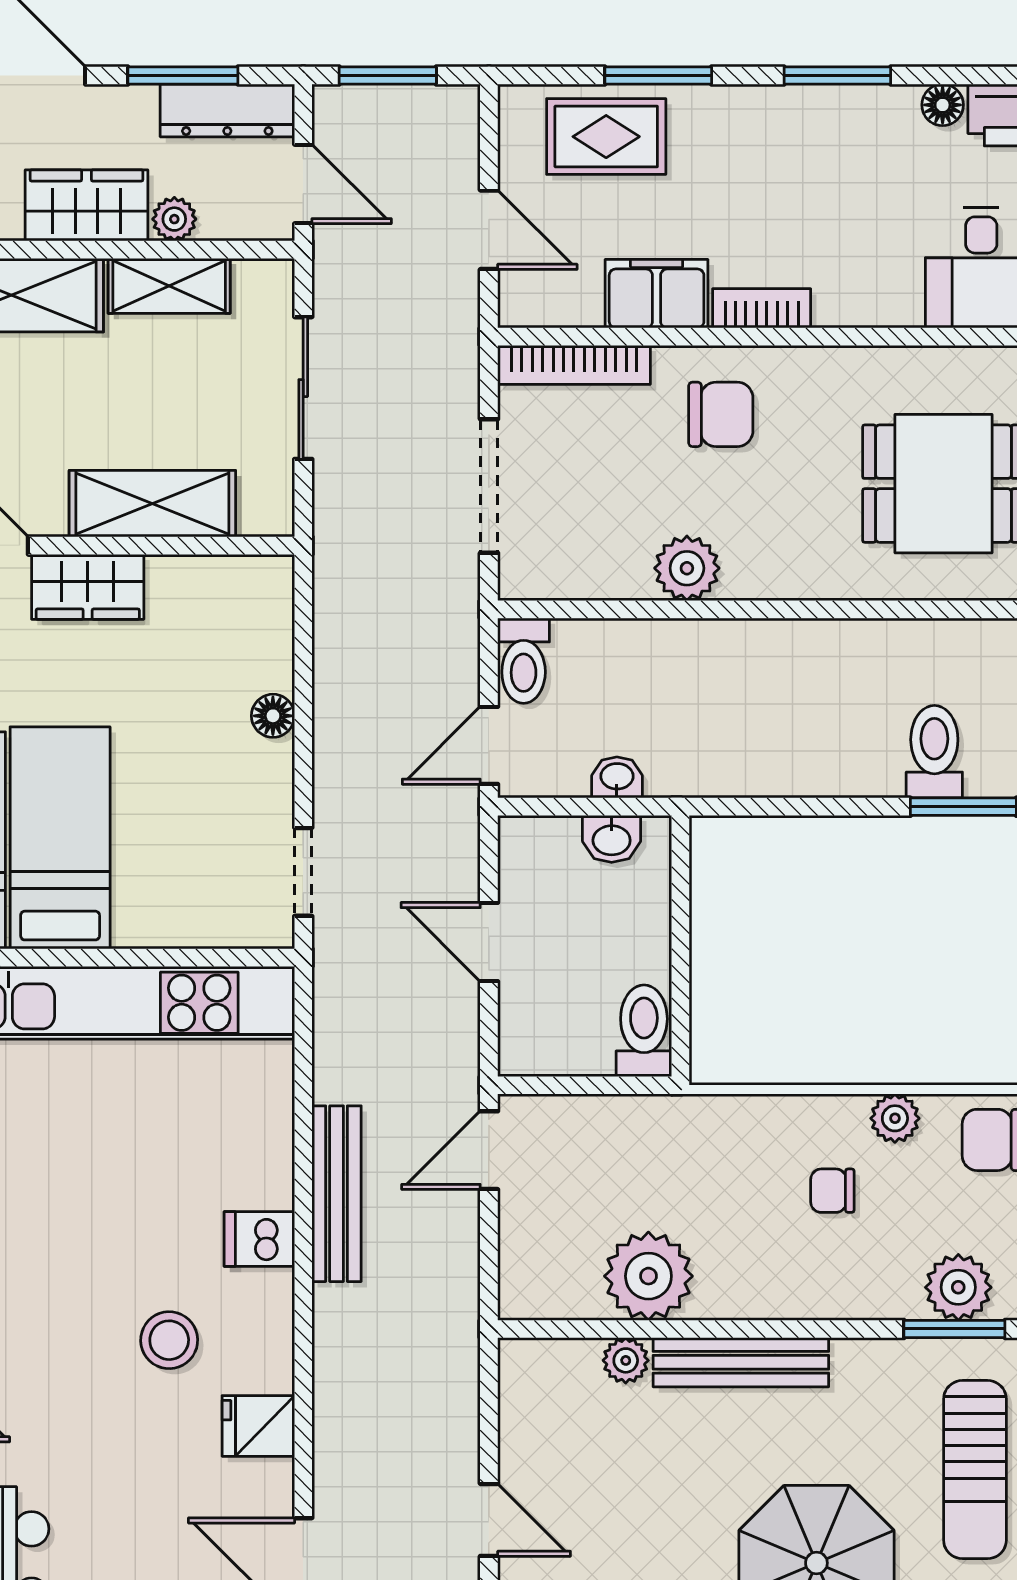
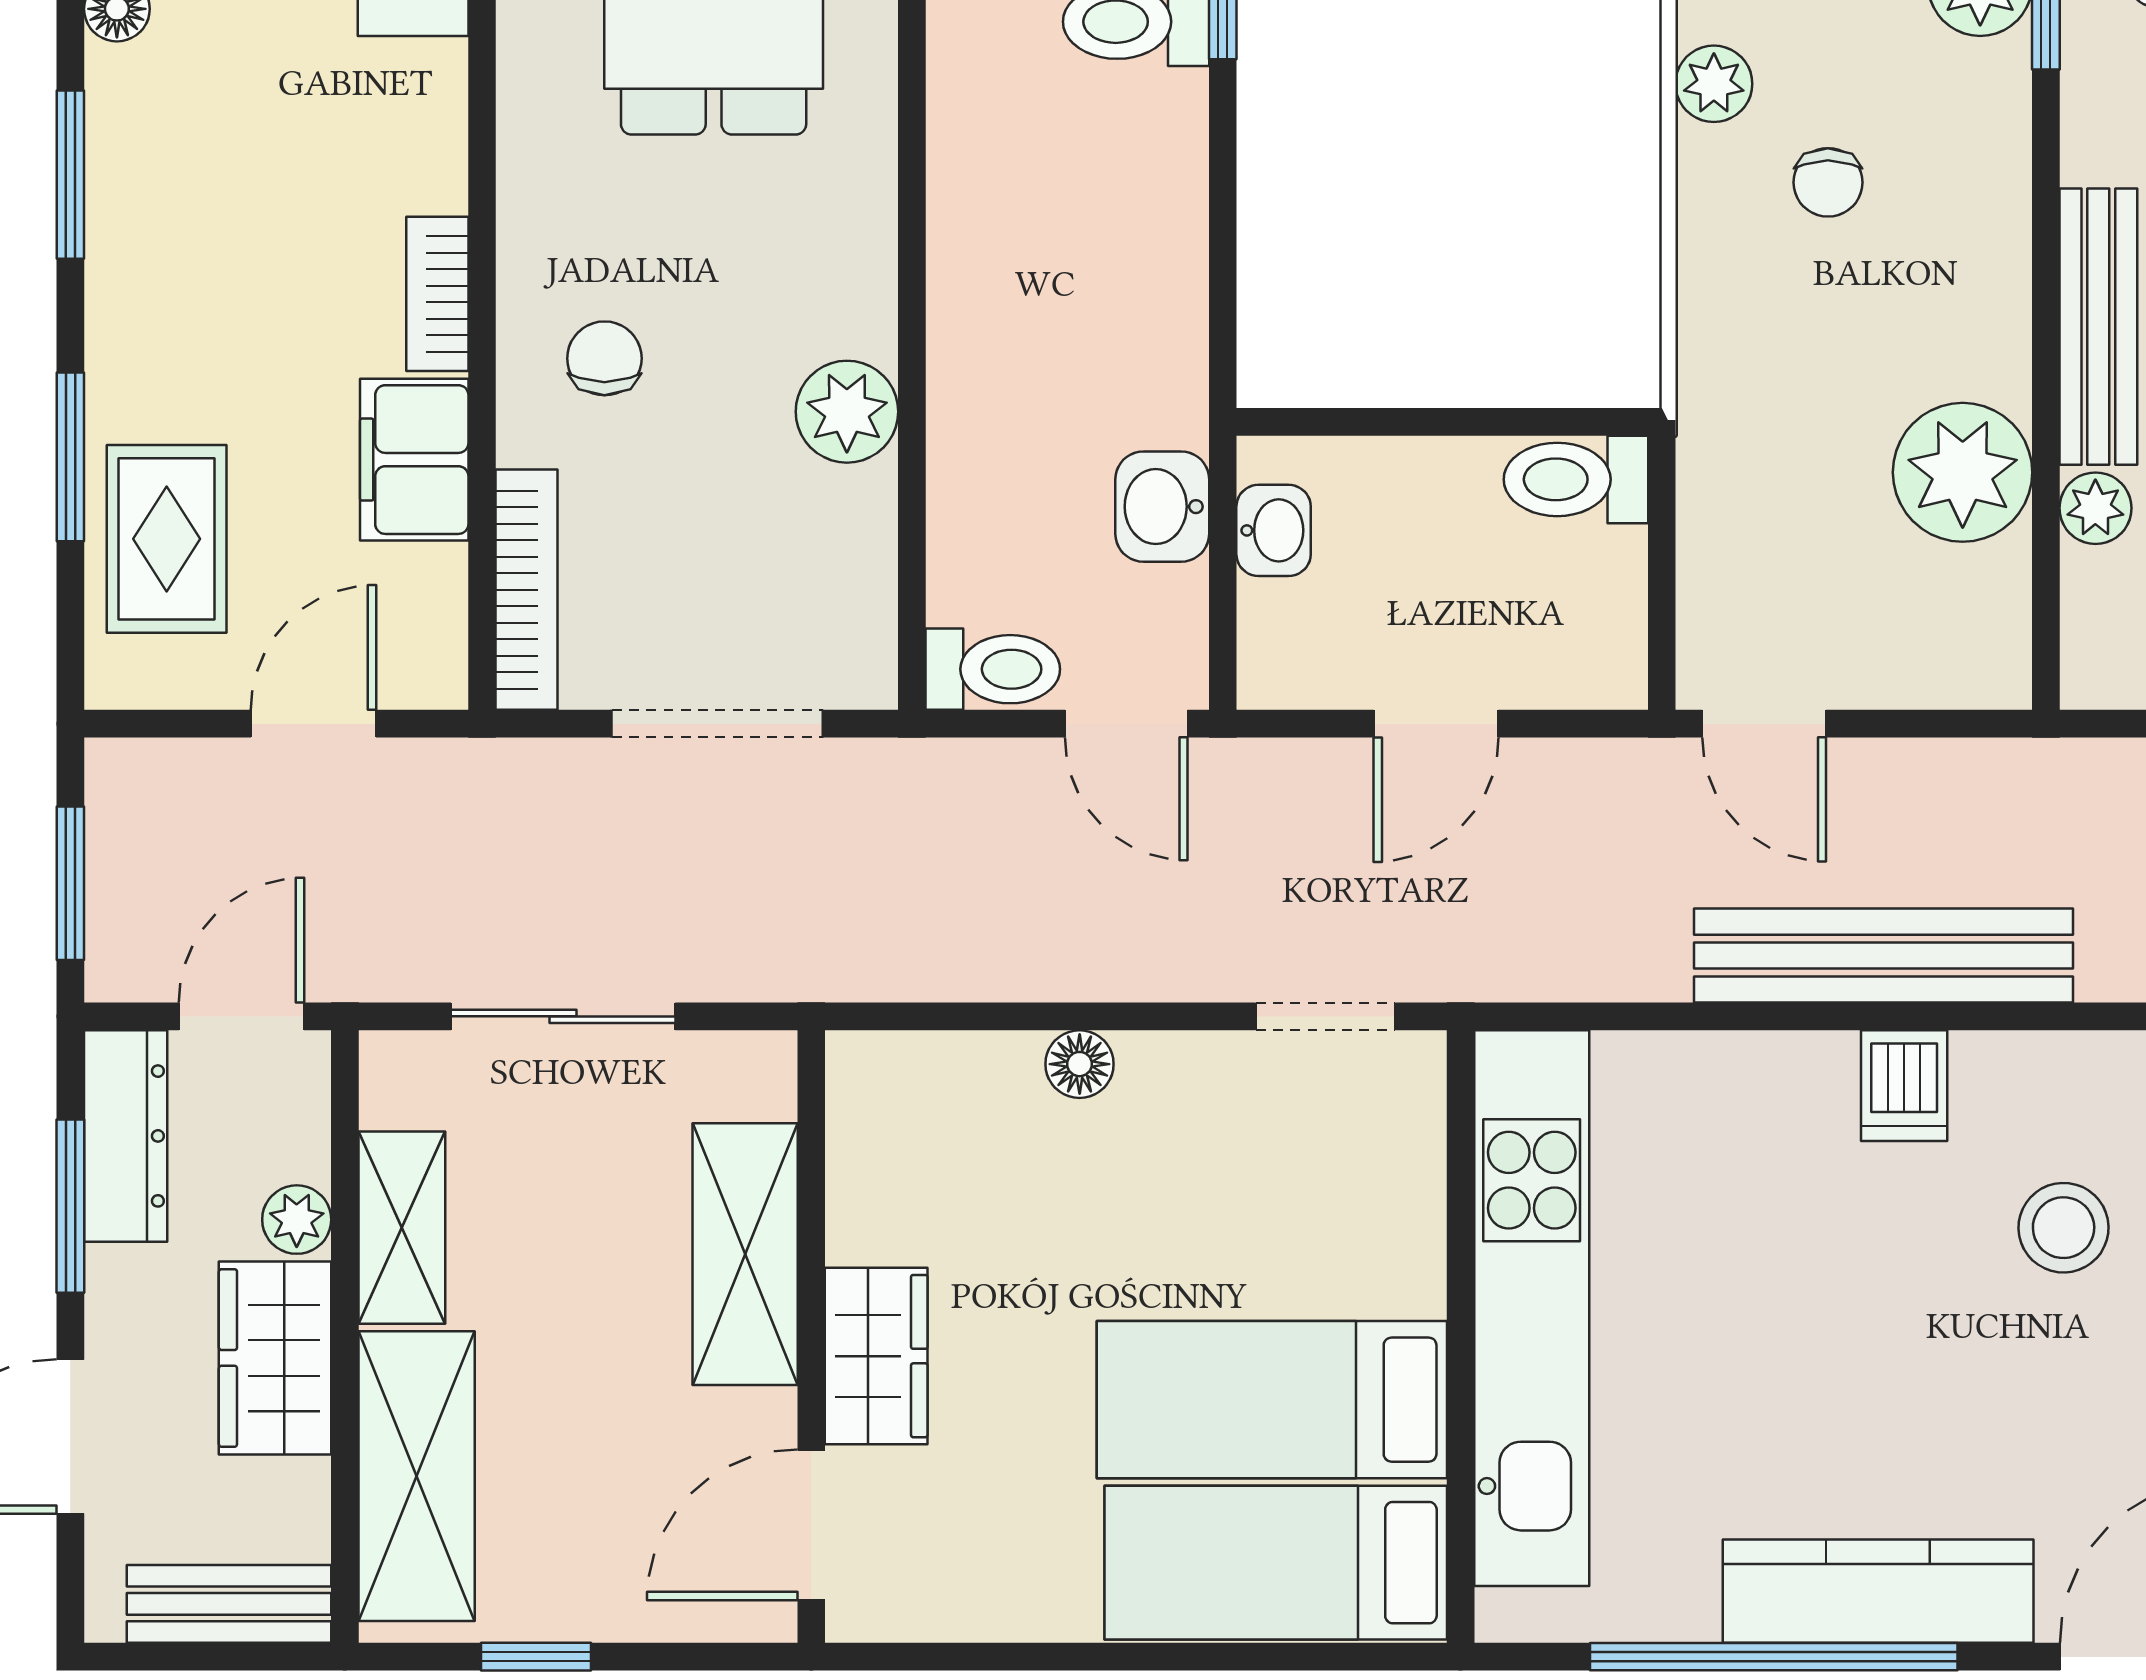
chair: (721, 414) -> (604, 358), width x0.73, depth x0.73
washbasin: (617, 777) -> (1162, 507), width x1.38, depth x1.45
bench: (337, 1194) -> (1884, 956), width x1.37, depth x1.21

